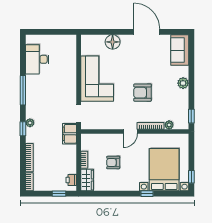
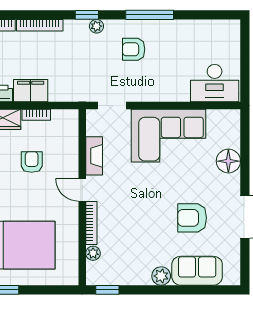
sofa: (180, 50) -> (197, 271), moved
desk: (37, 59) -> (215, 83), moved, turned 180
armchair: (143, 93) -> (192, 218), moved, turned -90
armchair: (44, 100) -> (134, 49), added
fireplace: (109, 124) -> (94, 156), added
filing cabinet: (69, 134) -> (31, 91), moved

